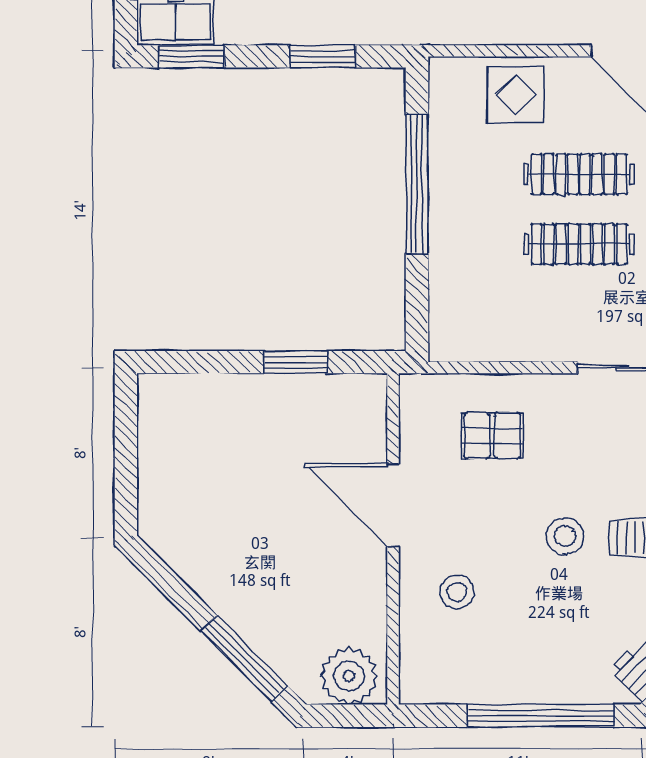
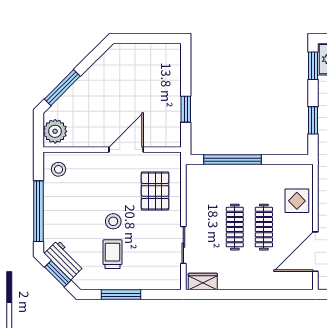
window: (417, 184) -> (233, 160), moved
pallet: (492, 436) -> (155, 191), width x1.50, depth x1.42
stool: (457, 592) -> (59, 169), moved

